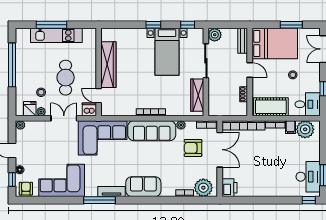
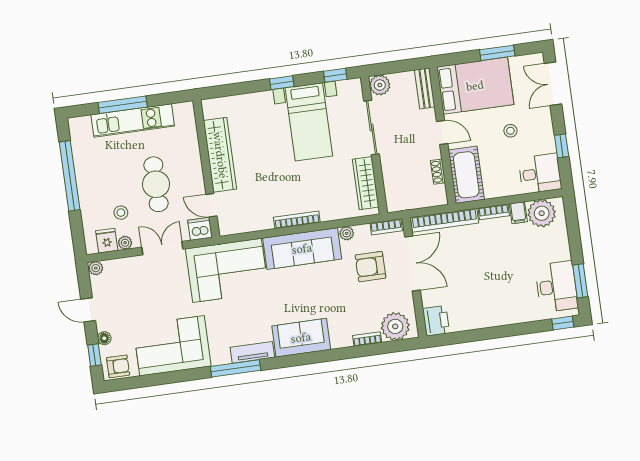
cot: (271, 107) -> (466, 175), moved, turned 90
armchair: (26, 189) -> (118, 366), turned 90

